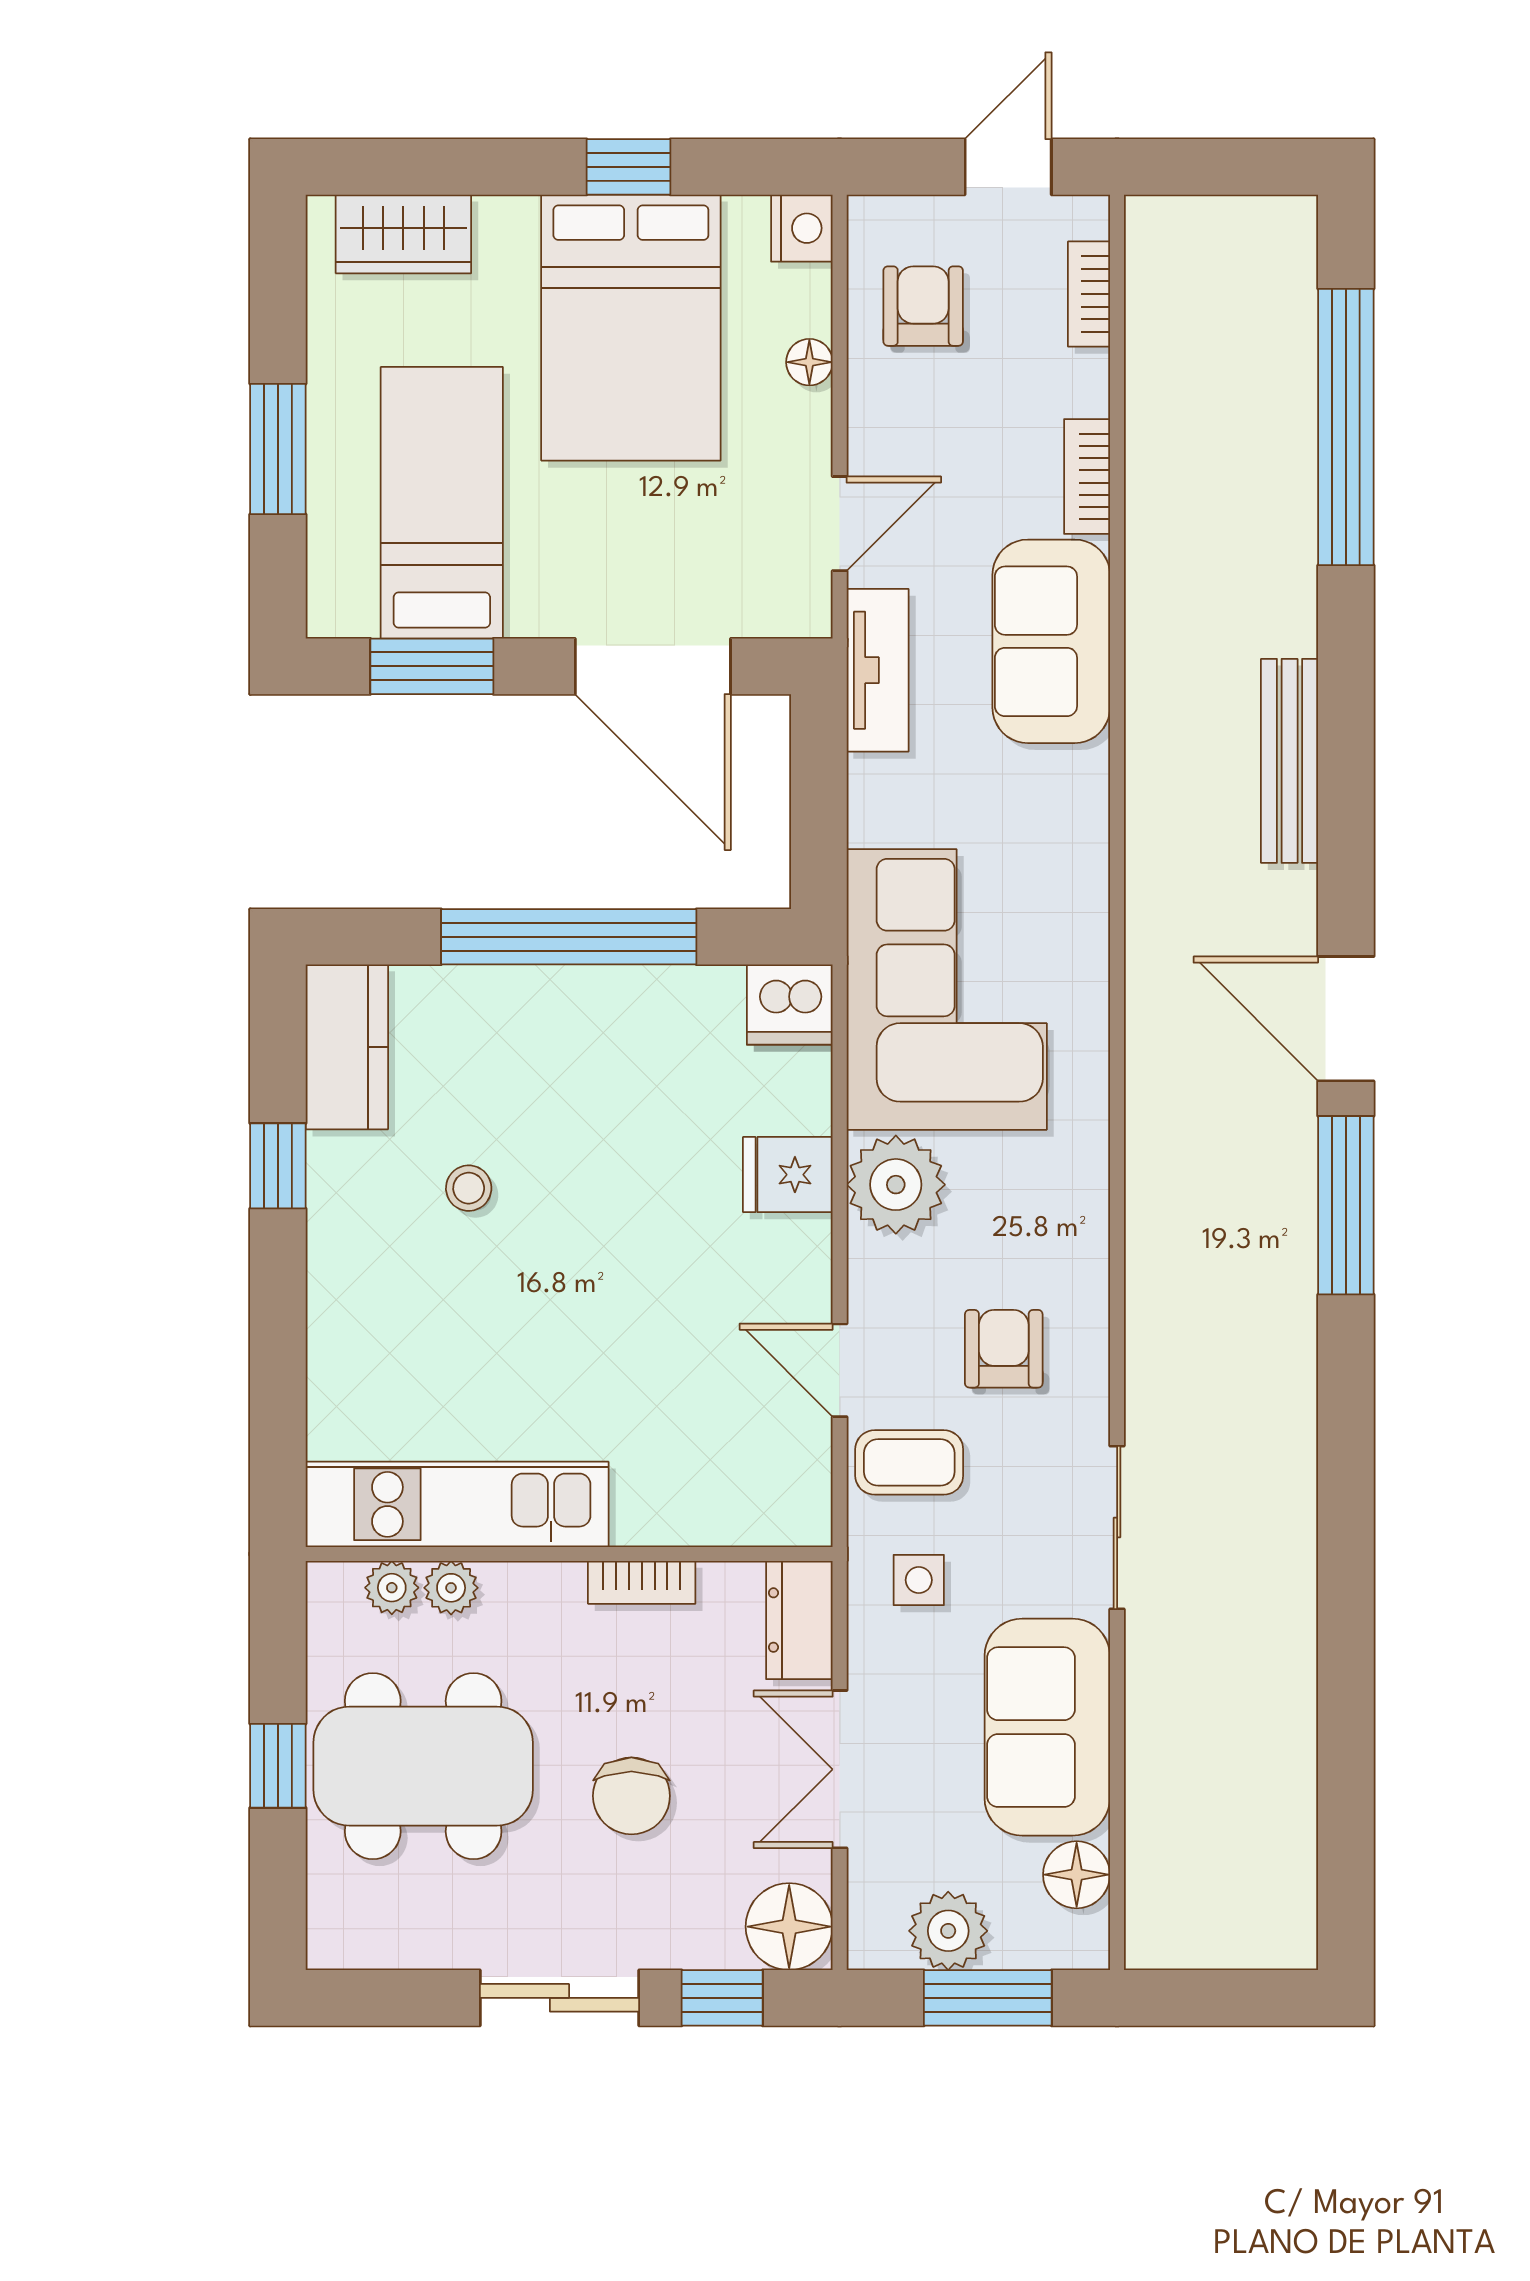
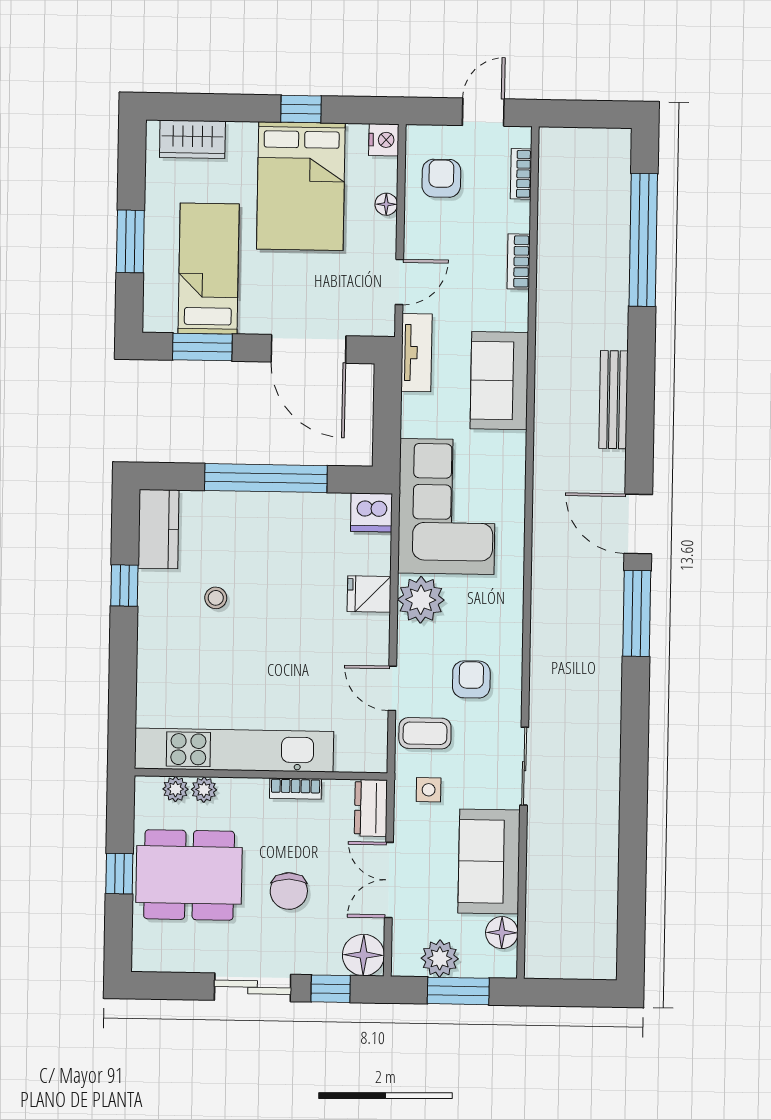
sofa: (1051, 641) -> (499, 381), moved
kitchen unit: (457, 1504) -> (234, 750), width x1.36

